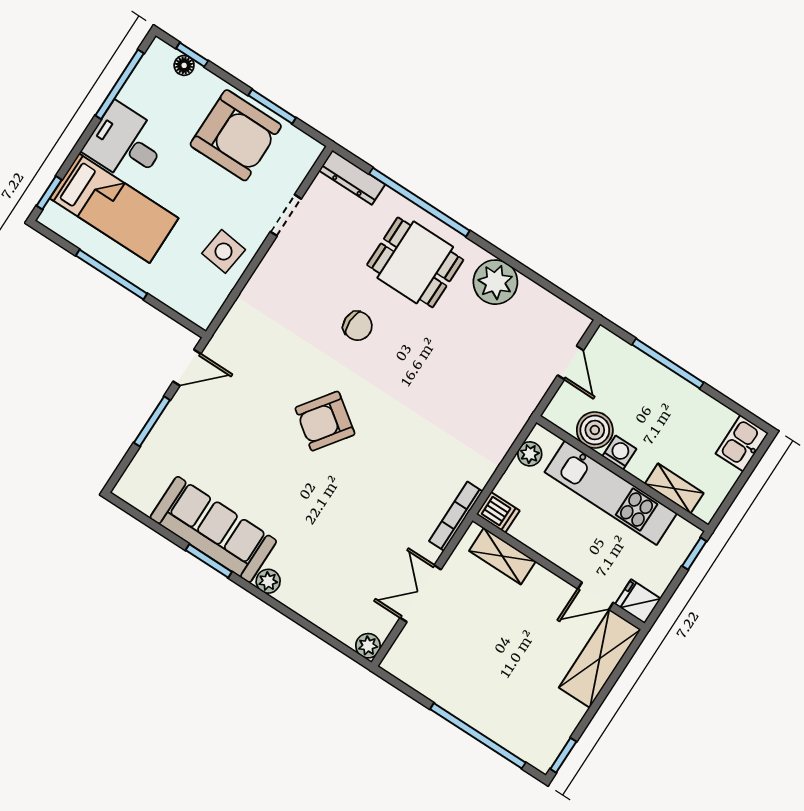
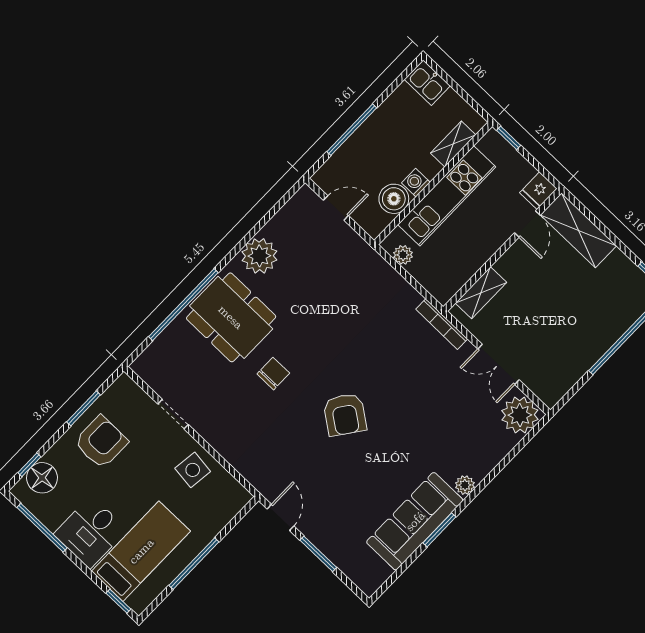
floor lamp: (184, 65) -> (42, 478), width x1.89, depth x1.89
armchair: (236, 135) -> (101, 442), width x0.73, depth x0.73
dresser: (352, 177) -> (153, 355), removed
dining table: (415, 262) -> (231, 317), width x1.38
dishwasher: (498, 512) -> (445, 289), removed
plant: (368, 646) -> (520, 415), width x1.87, depth x1.87

